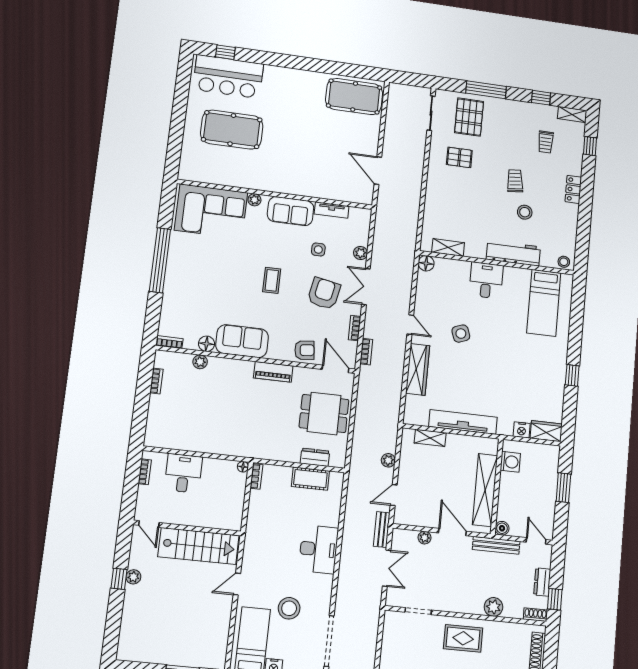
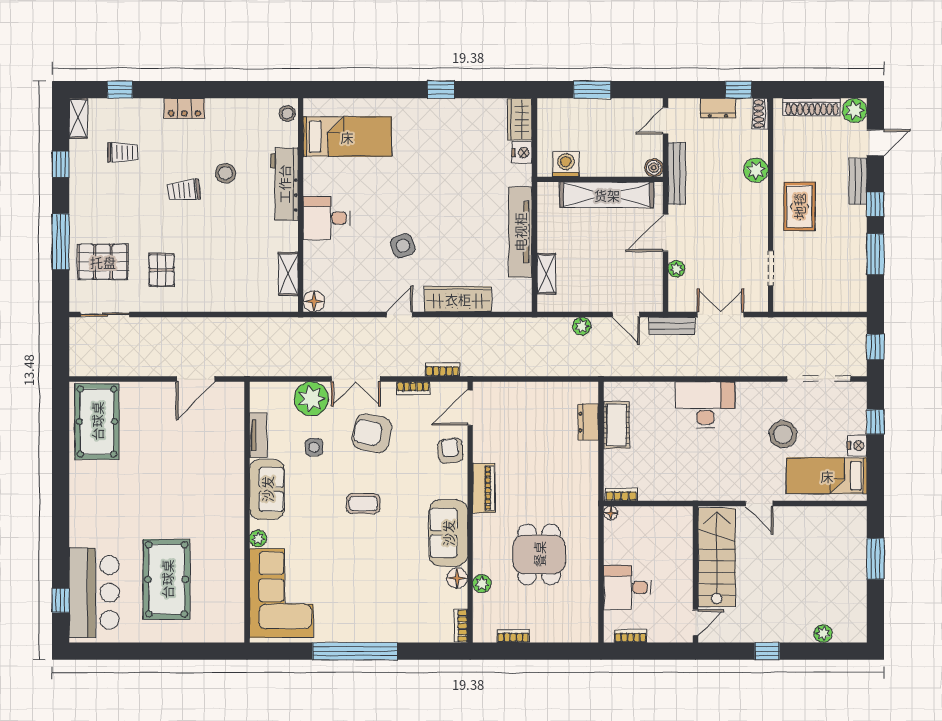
plant: (360, 253) -> (311, 399), width x1.87, depth x1.87
dining table: (324, 414) -> (539, 554), moved
plant: (133, 577) -> (823, 634), moved

